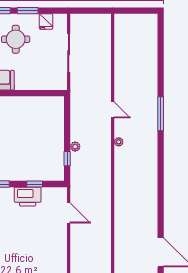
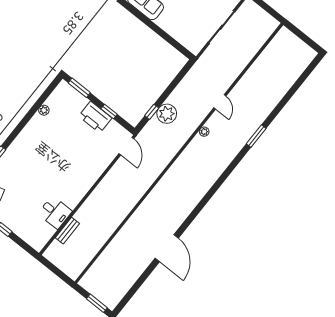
window: (161, 114) -> (256, 136), width x0.69
plant: (75, 147) -> (167, 114), width x1.87, depth x1.87
door: (69, 213) -> (126, 146), moved

